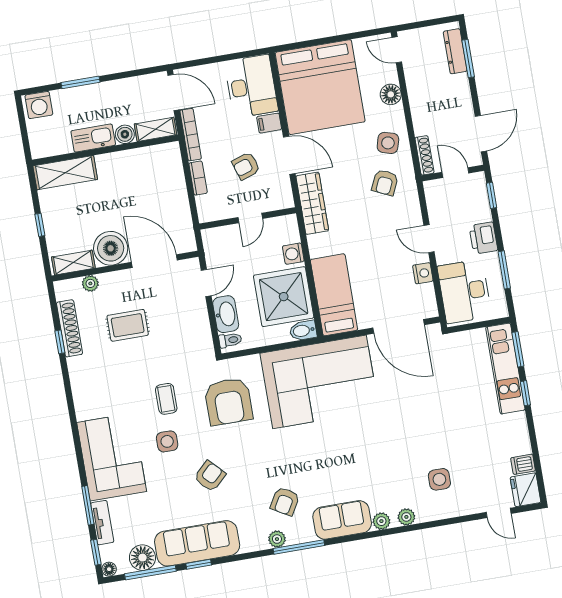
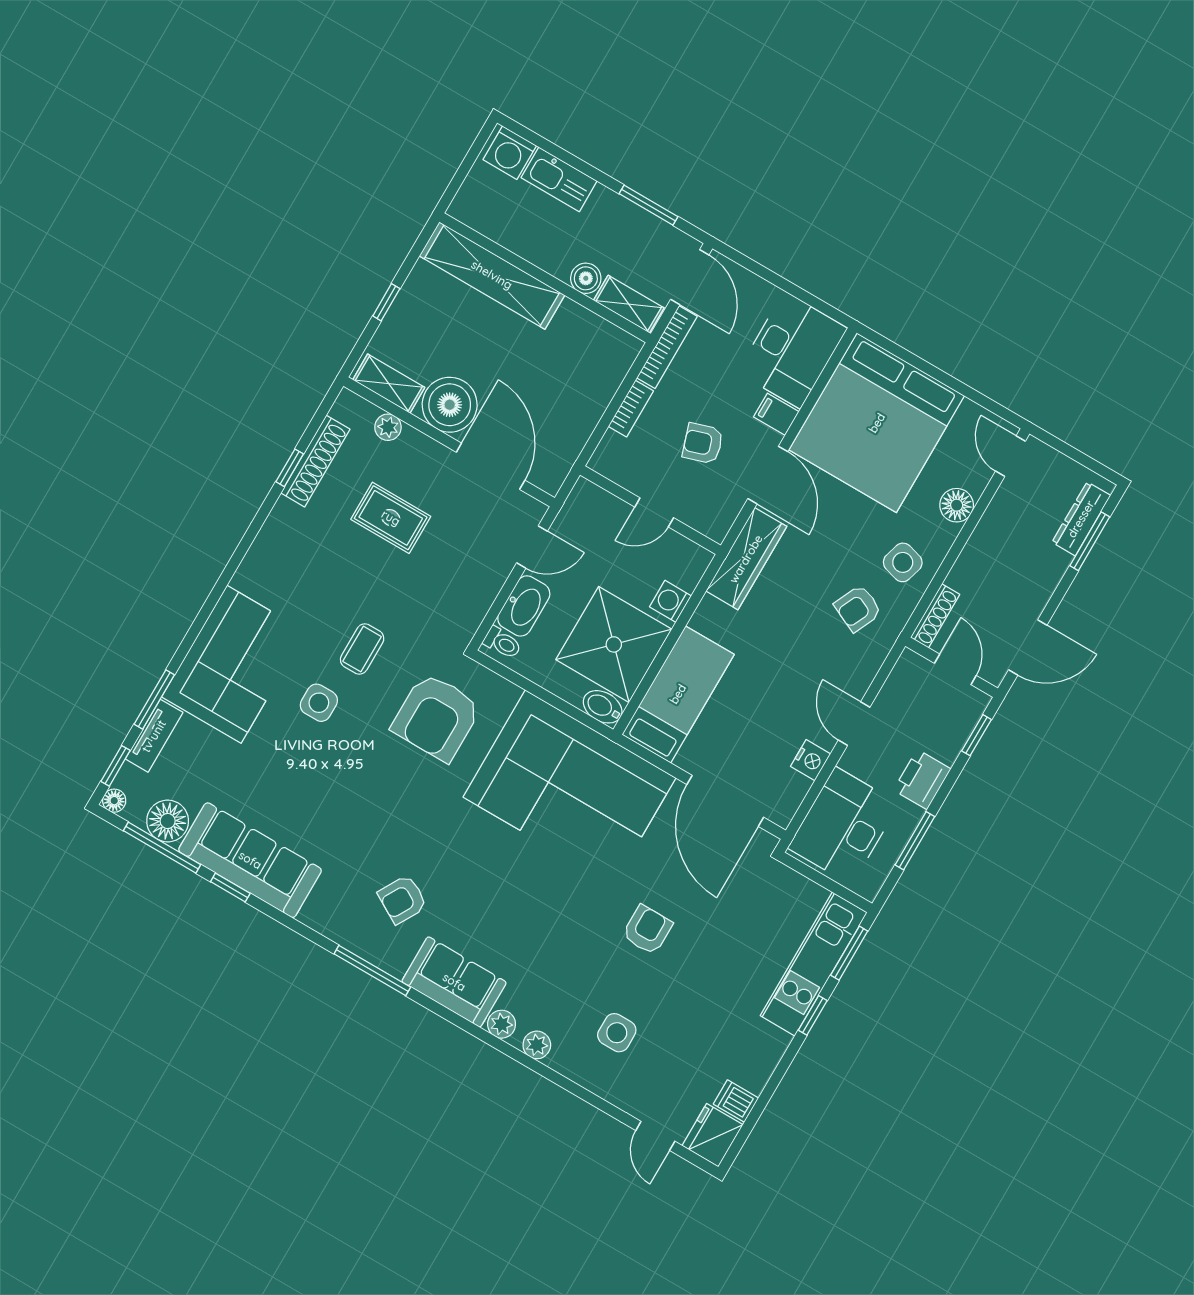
window: (80, 82) -> (648, 205), moved
kitchen sink: (93, 138) -> (559, 179), moved, turned 180
shelving: (65, 173) -> (492, 275), width x1.47
armchair: (210, 476) -> (647, 930), moved, turned -46
plant: (277, 539) -> (353, 938), removed

